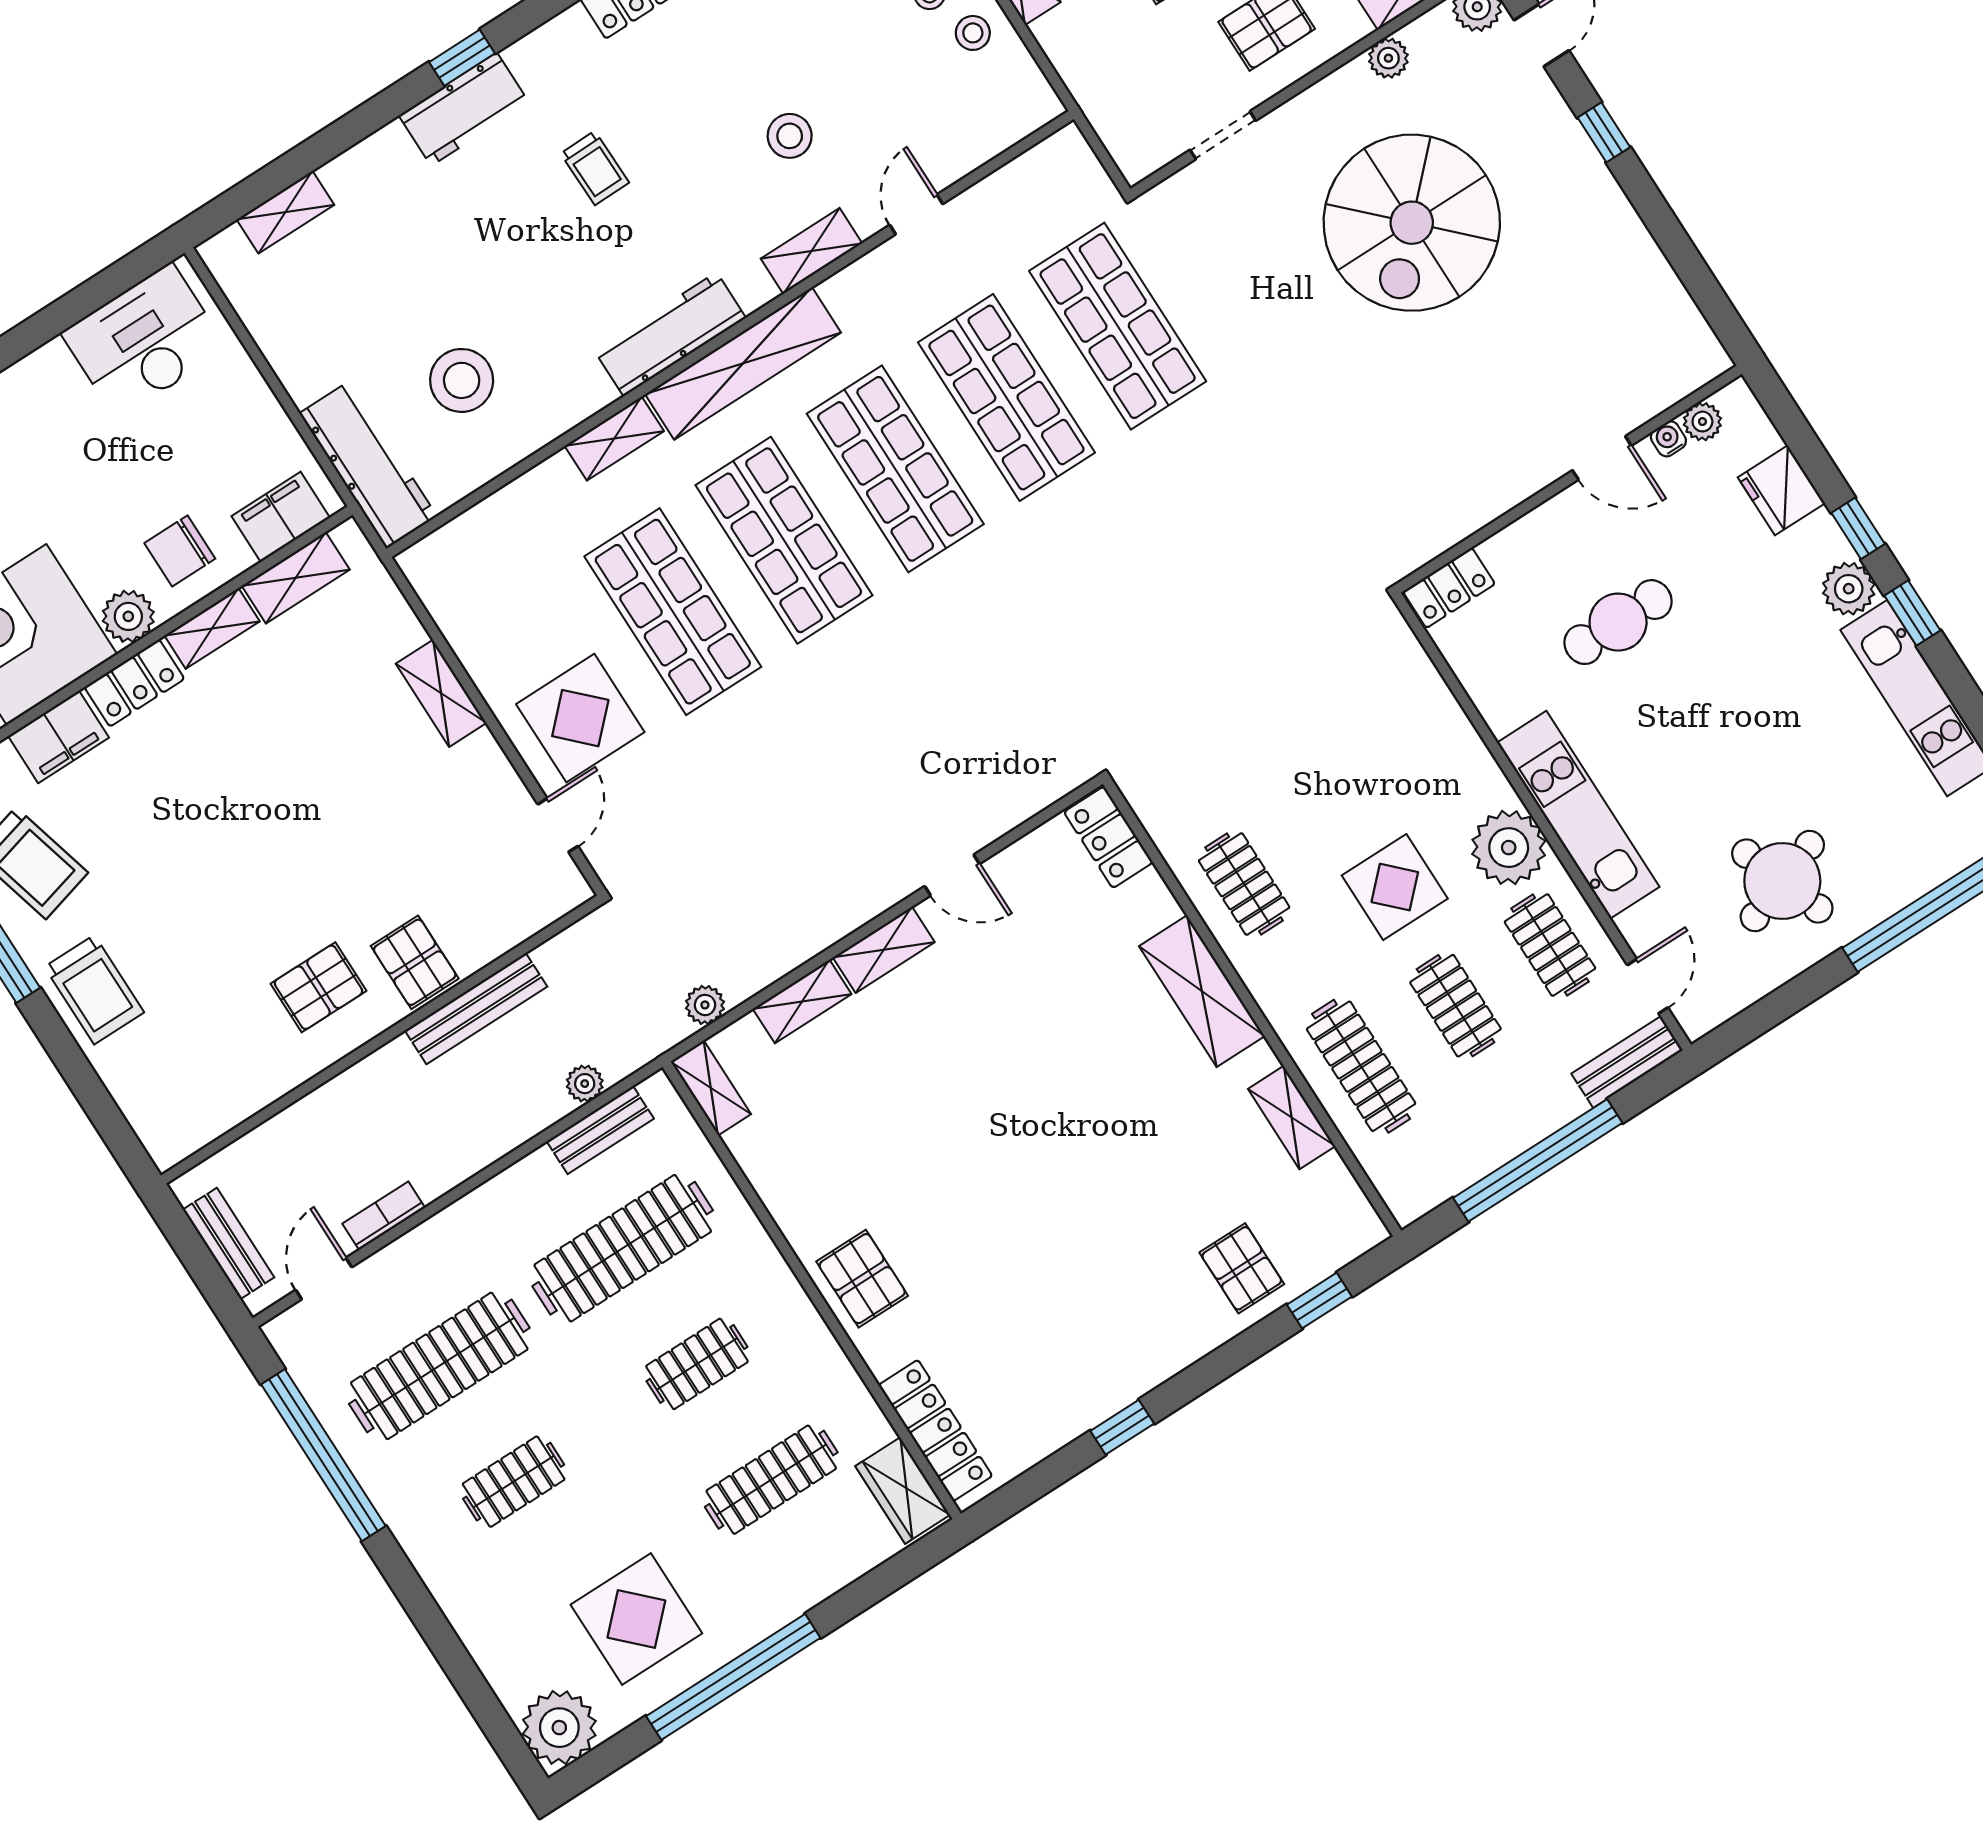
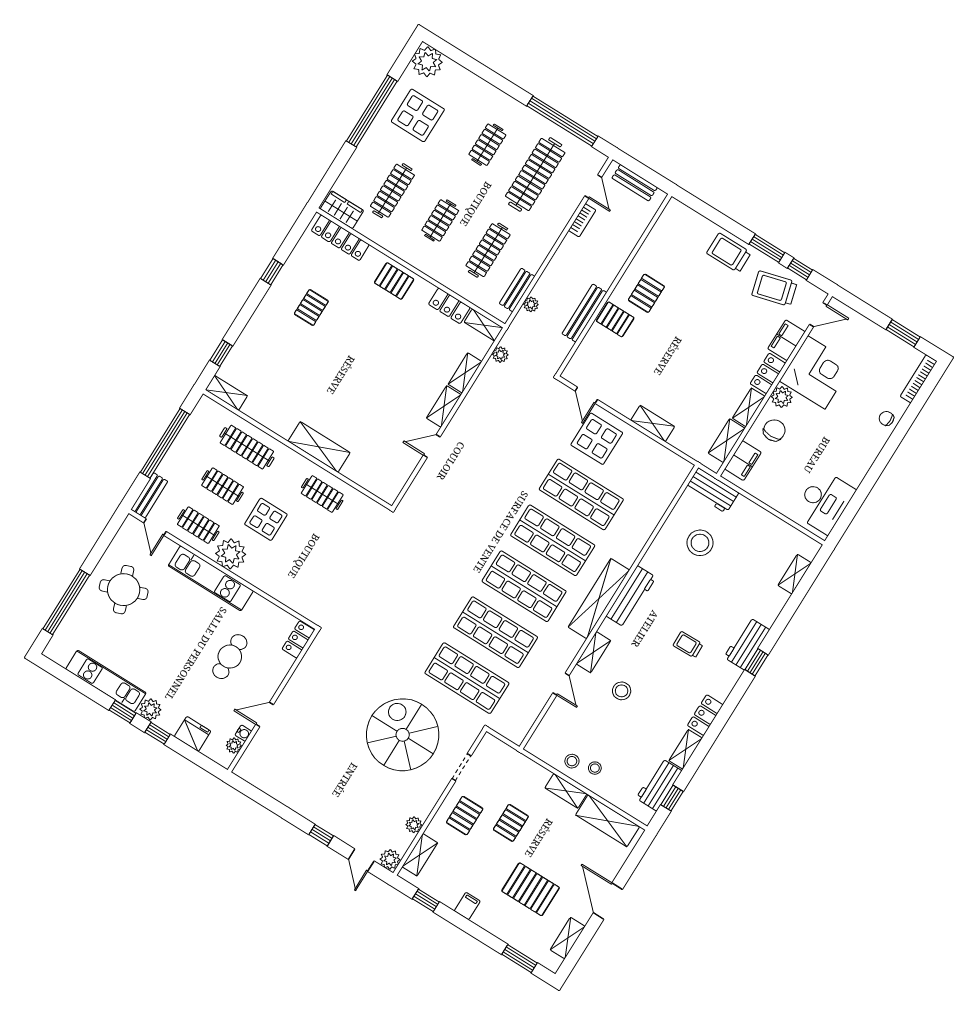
spiral stairs: (1412, 223) -> (403, 735), moved
shelving: (614, 438) -> (633, 548), removed
workbench: (368, 465) -> (712, 490), width x0.73
locker: (1108, 837) -> (449, 306), moved, turned 180
shelving: (1292, 1118) -> (226, 393), moved
clothes rail: (623, 1248) -> (488, 250), width x0.73, depth x0.76
pallet: (1242, 1268) -> (311, 308), moved, turned 90

